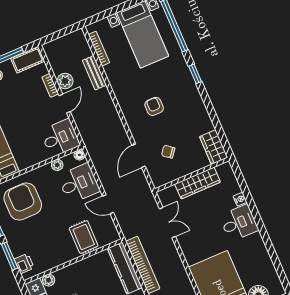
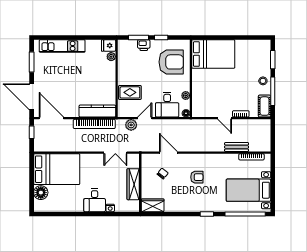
plant: (65, 81) -> (131, 125), moved
desk: (60, 138) -> (203, 105), removed
printer: (24, 264) -> (144, 45), moved

